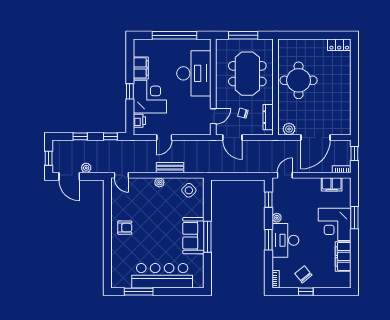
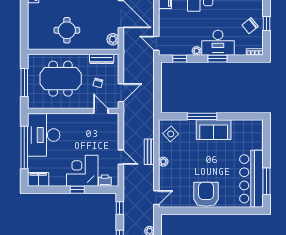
filing cabinet: (141, 68) -> (38, 179), moved
desk: (194, 73) -> (44, 135), moved, turned -90
round table: (299, 80) -> (67, 30), width x0.73, depth x0.73
armchair: (125, 228) -> (206, 194), width x1.88, depth x1.88
window: (207, 237) -> (202, 116), moved
bar counter: (162, 276) -> (251, 179), moved

